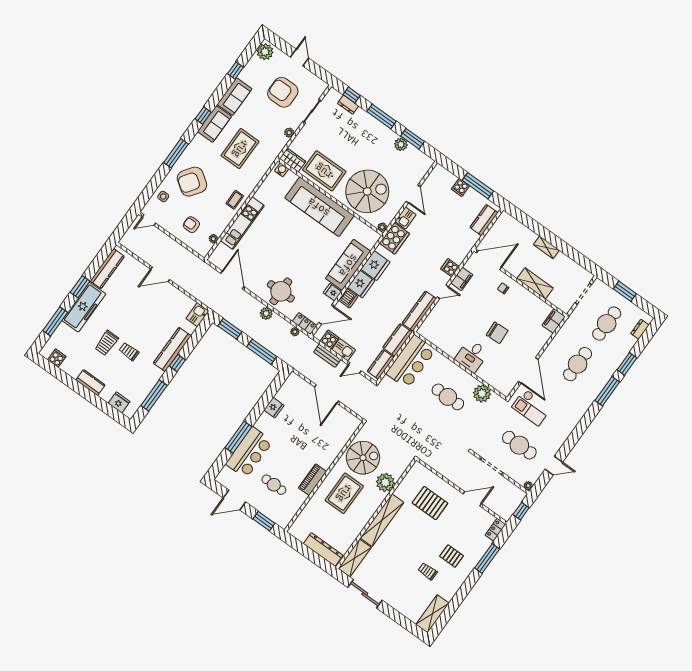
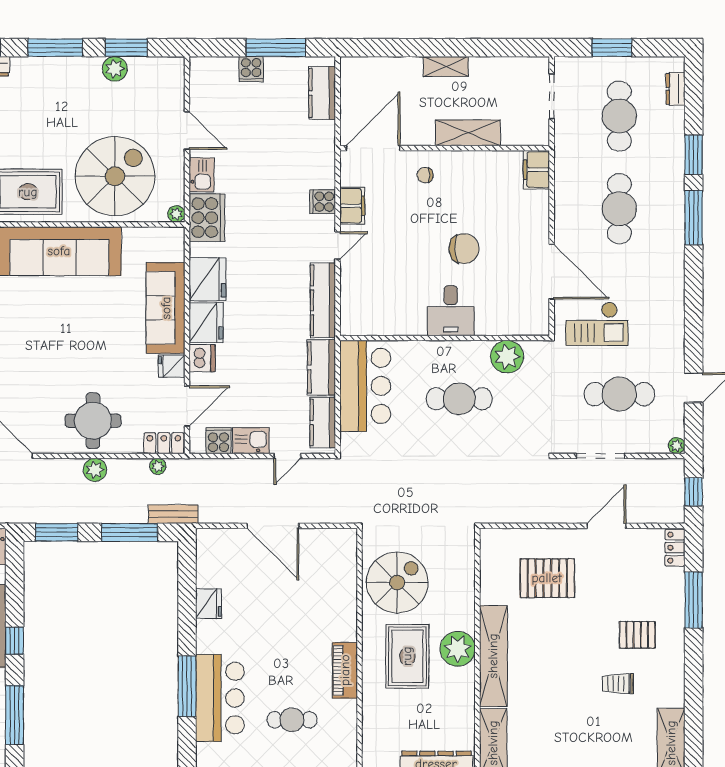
bench: (327, 356) -> (173, 514), moved
plant: (385, 482) -> (458, 649), moved

